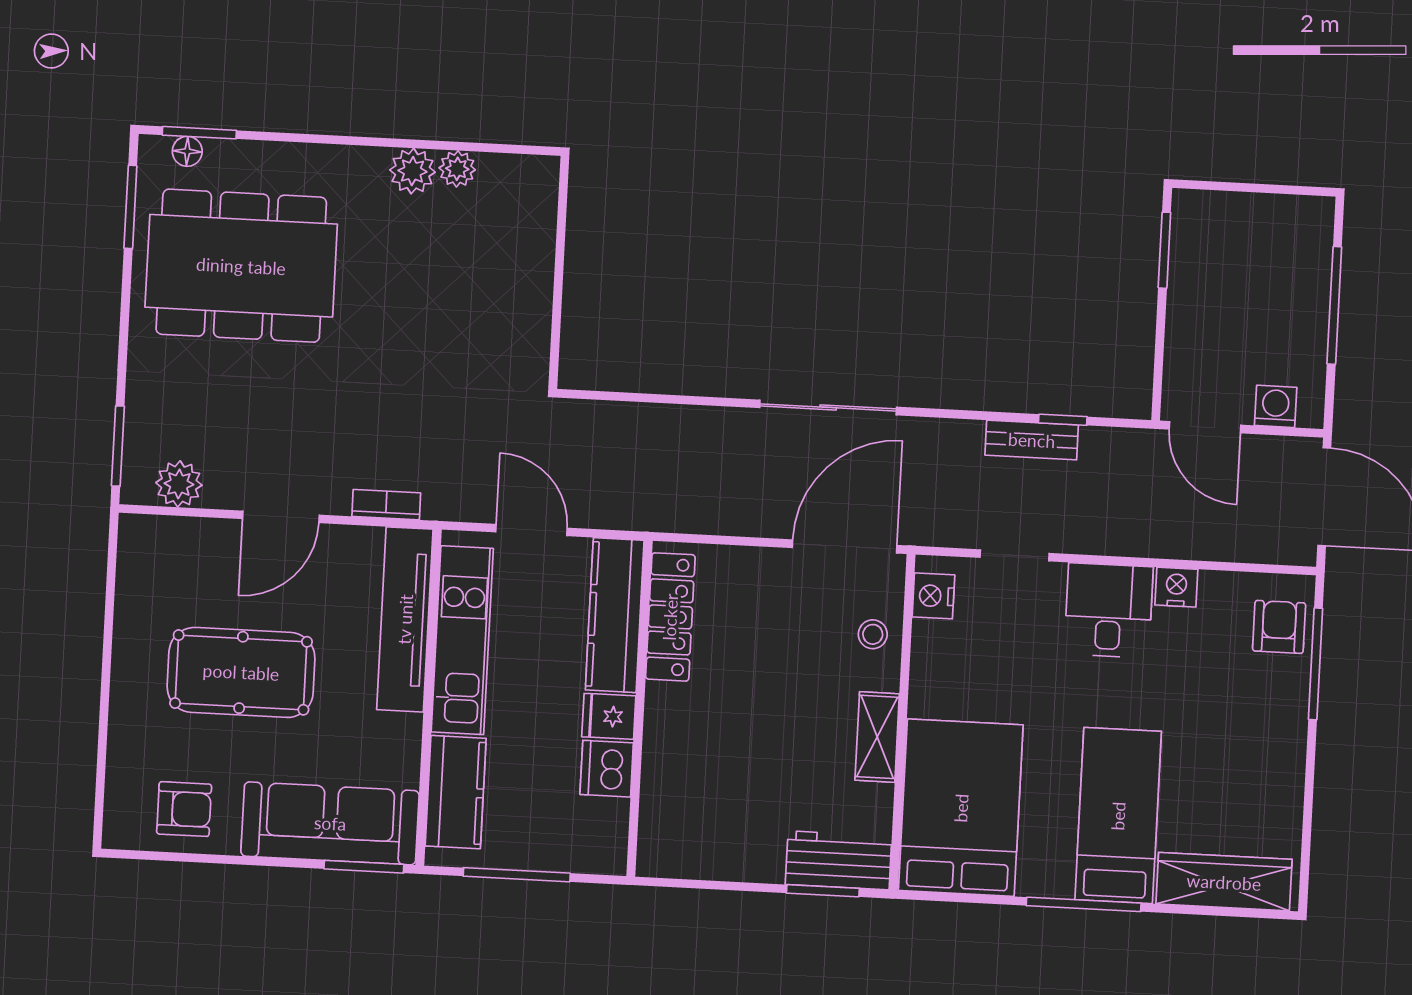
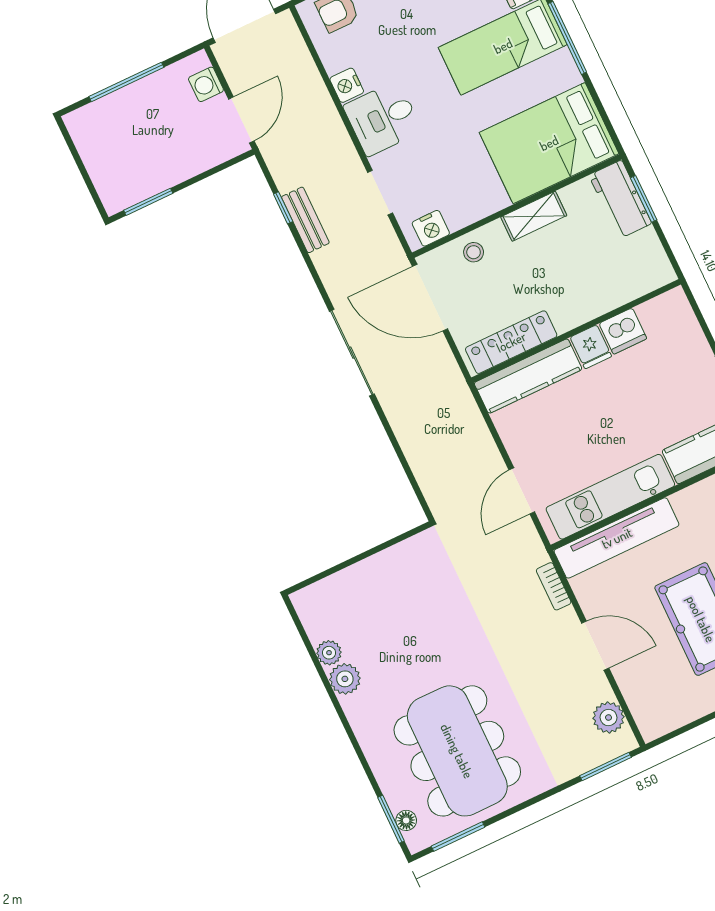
kitchen counter: (615, 615) -> (528, 376), moved
locker: (670, 617) -> (511, 342), moved
wall: (640, 708) -> (576, 331), moved
fridge: (609, 716) -> (591, 347), moved
dishwasher: (607, 769) -> (623, 331), moved

